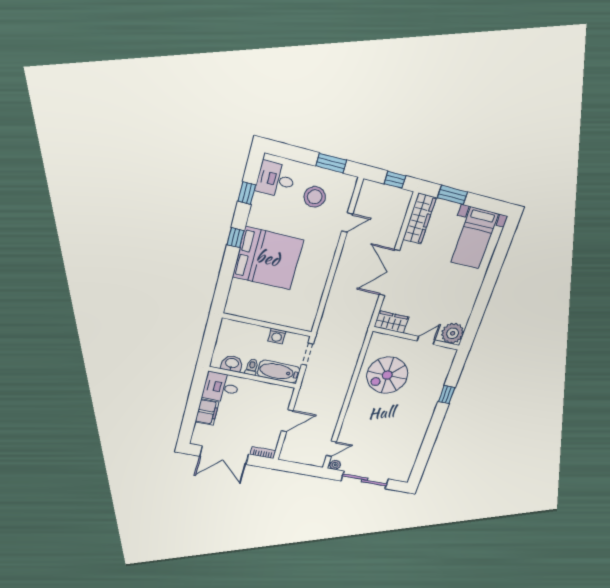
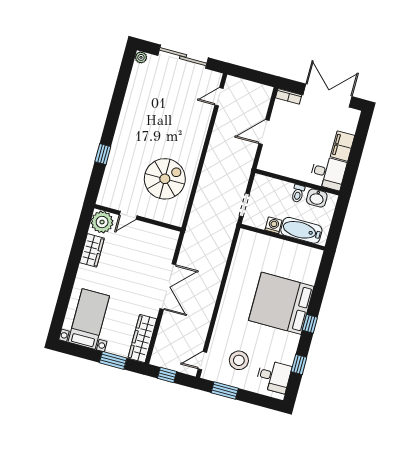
door: (347, 222) -> (202, 361), moved
wardrobe: (391, 322) -> (92, 250), moved, turned -90
bathtub: (279, 372) -> (301, 230), moved, turned 180
plant: (335, 465) -> (141, 57), moved

